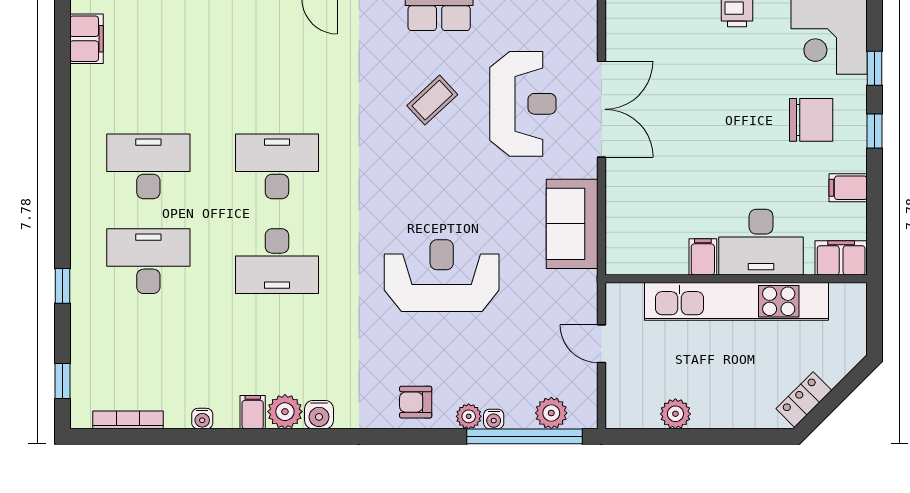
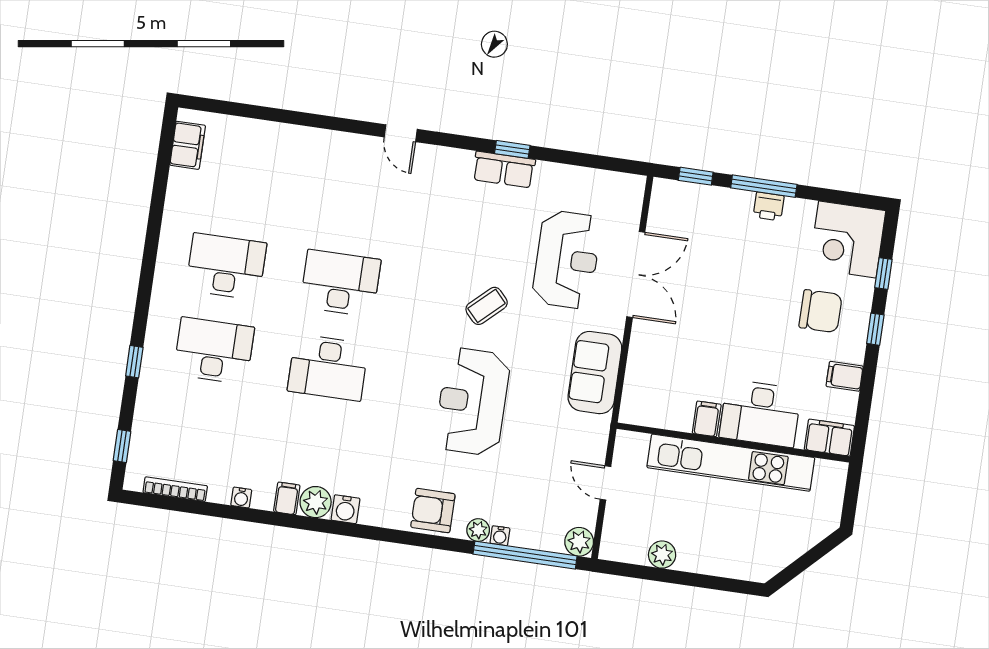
coffee table: (432, 100) -> (487, 306), moved
reception desk: (442, 276) -> (472, 402), turned -90
locker: (804, 400) -> (778, 559), removed
armchair: (416, 402) -> (433, 511), width x1.38, depth x1.38
plant: (551, 413) -> (579, 542), moved

